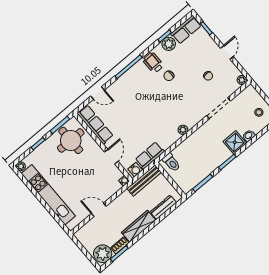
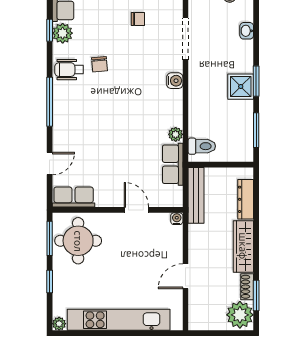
row of seats: (95, 125) -> (74, 197), width x0.68
plant: (183, 130) -> (176, 134), moved
shower: (235, 142) -> (241, 87), moved
water cooler: (135, 170) -> (175, 81), moved

